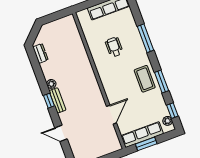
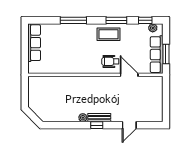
wheelchair: (114, 47) -> (110, 61), moved
dresser: (40, 53) -> (53, 117), removed

